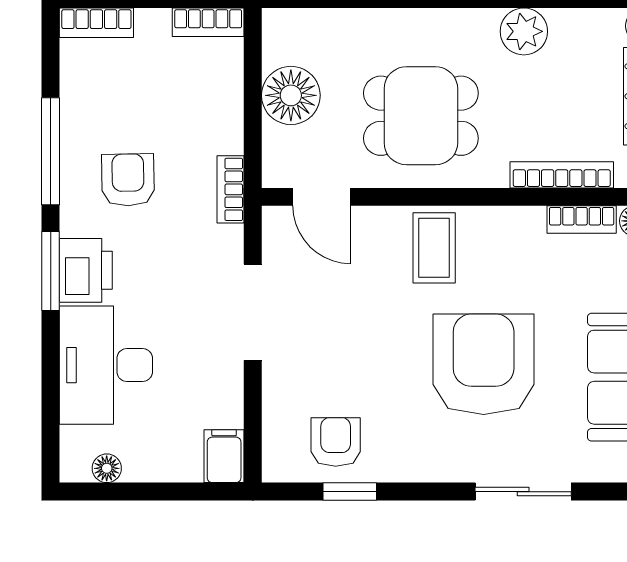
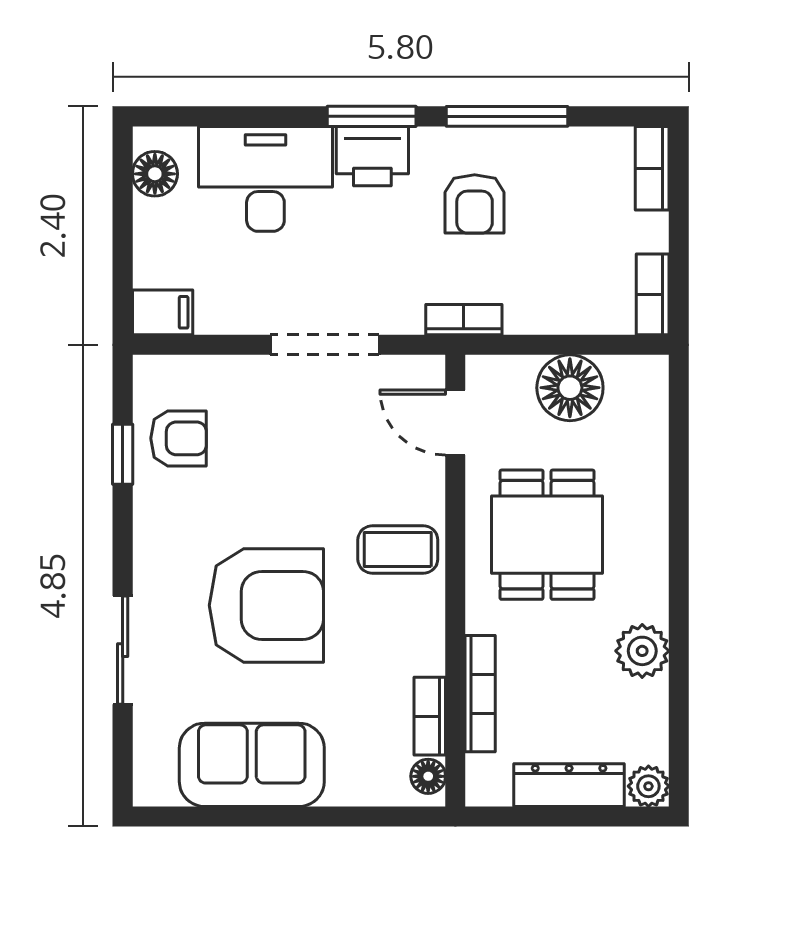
armchair: (128, 180) -> (475, 204), turned 91
door: (322, 197) -> (455, 423), hinge flipped
floor lamp: (107, 468) -> (155, 174), width x1.37, depth x1.37

